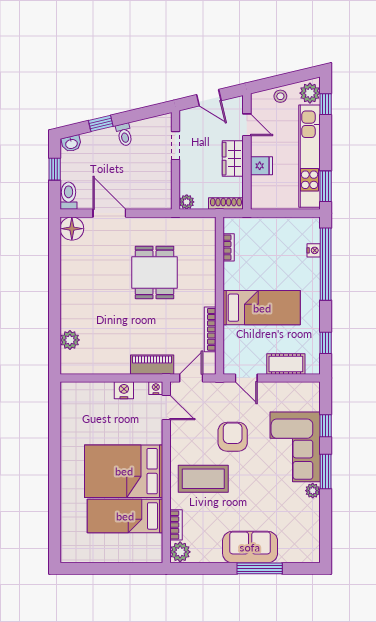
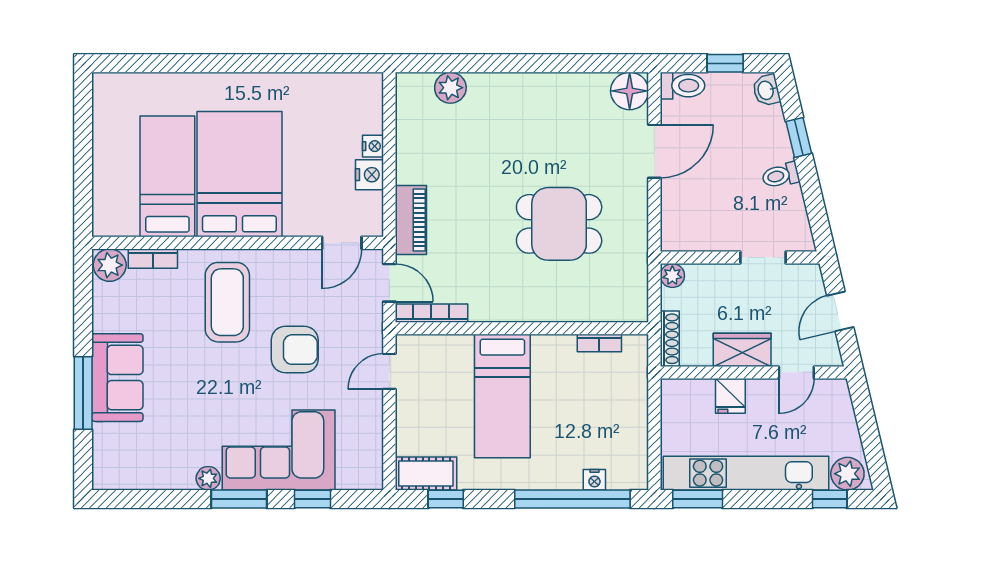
stool: (280, 96) -> (842, 426), removed
bookcase: (210, 329) -> (431, 313), moved
cot: (286, 364) -> (426, 474), moved, turned 90
nightstand: (156, 388) -> (373, 146), moved

